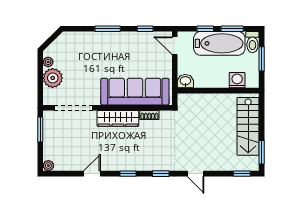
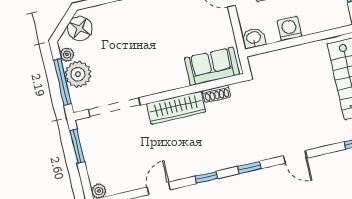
floor lamp: (62, 45) -> (80, 28), added
washing machine: (237, 80) -> (289, 29), moved
window: (40, 81) -> (62, 82), added
sofa: (135, 92) -> (212, 66), width x0.54, depth x0.79

